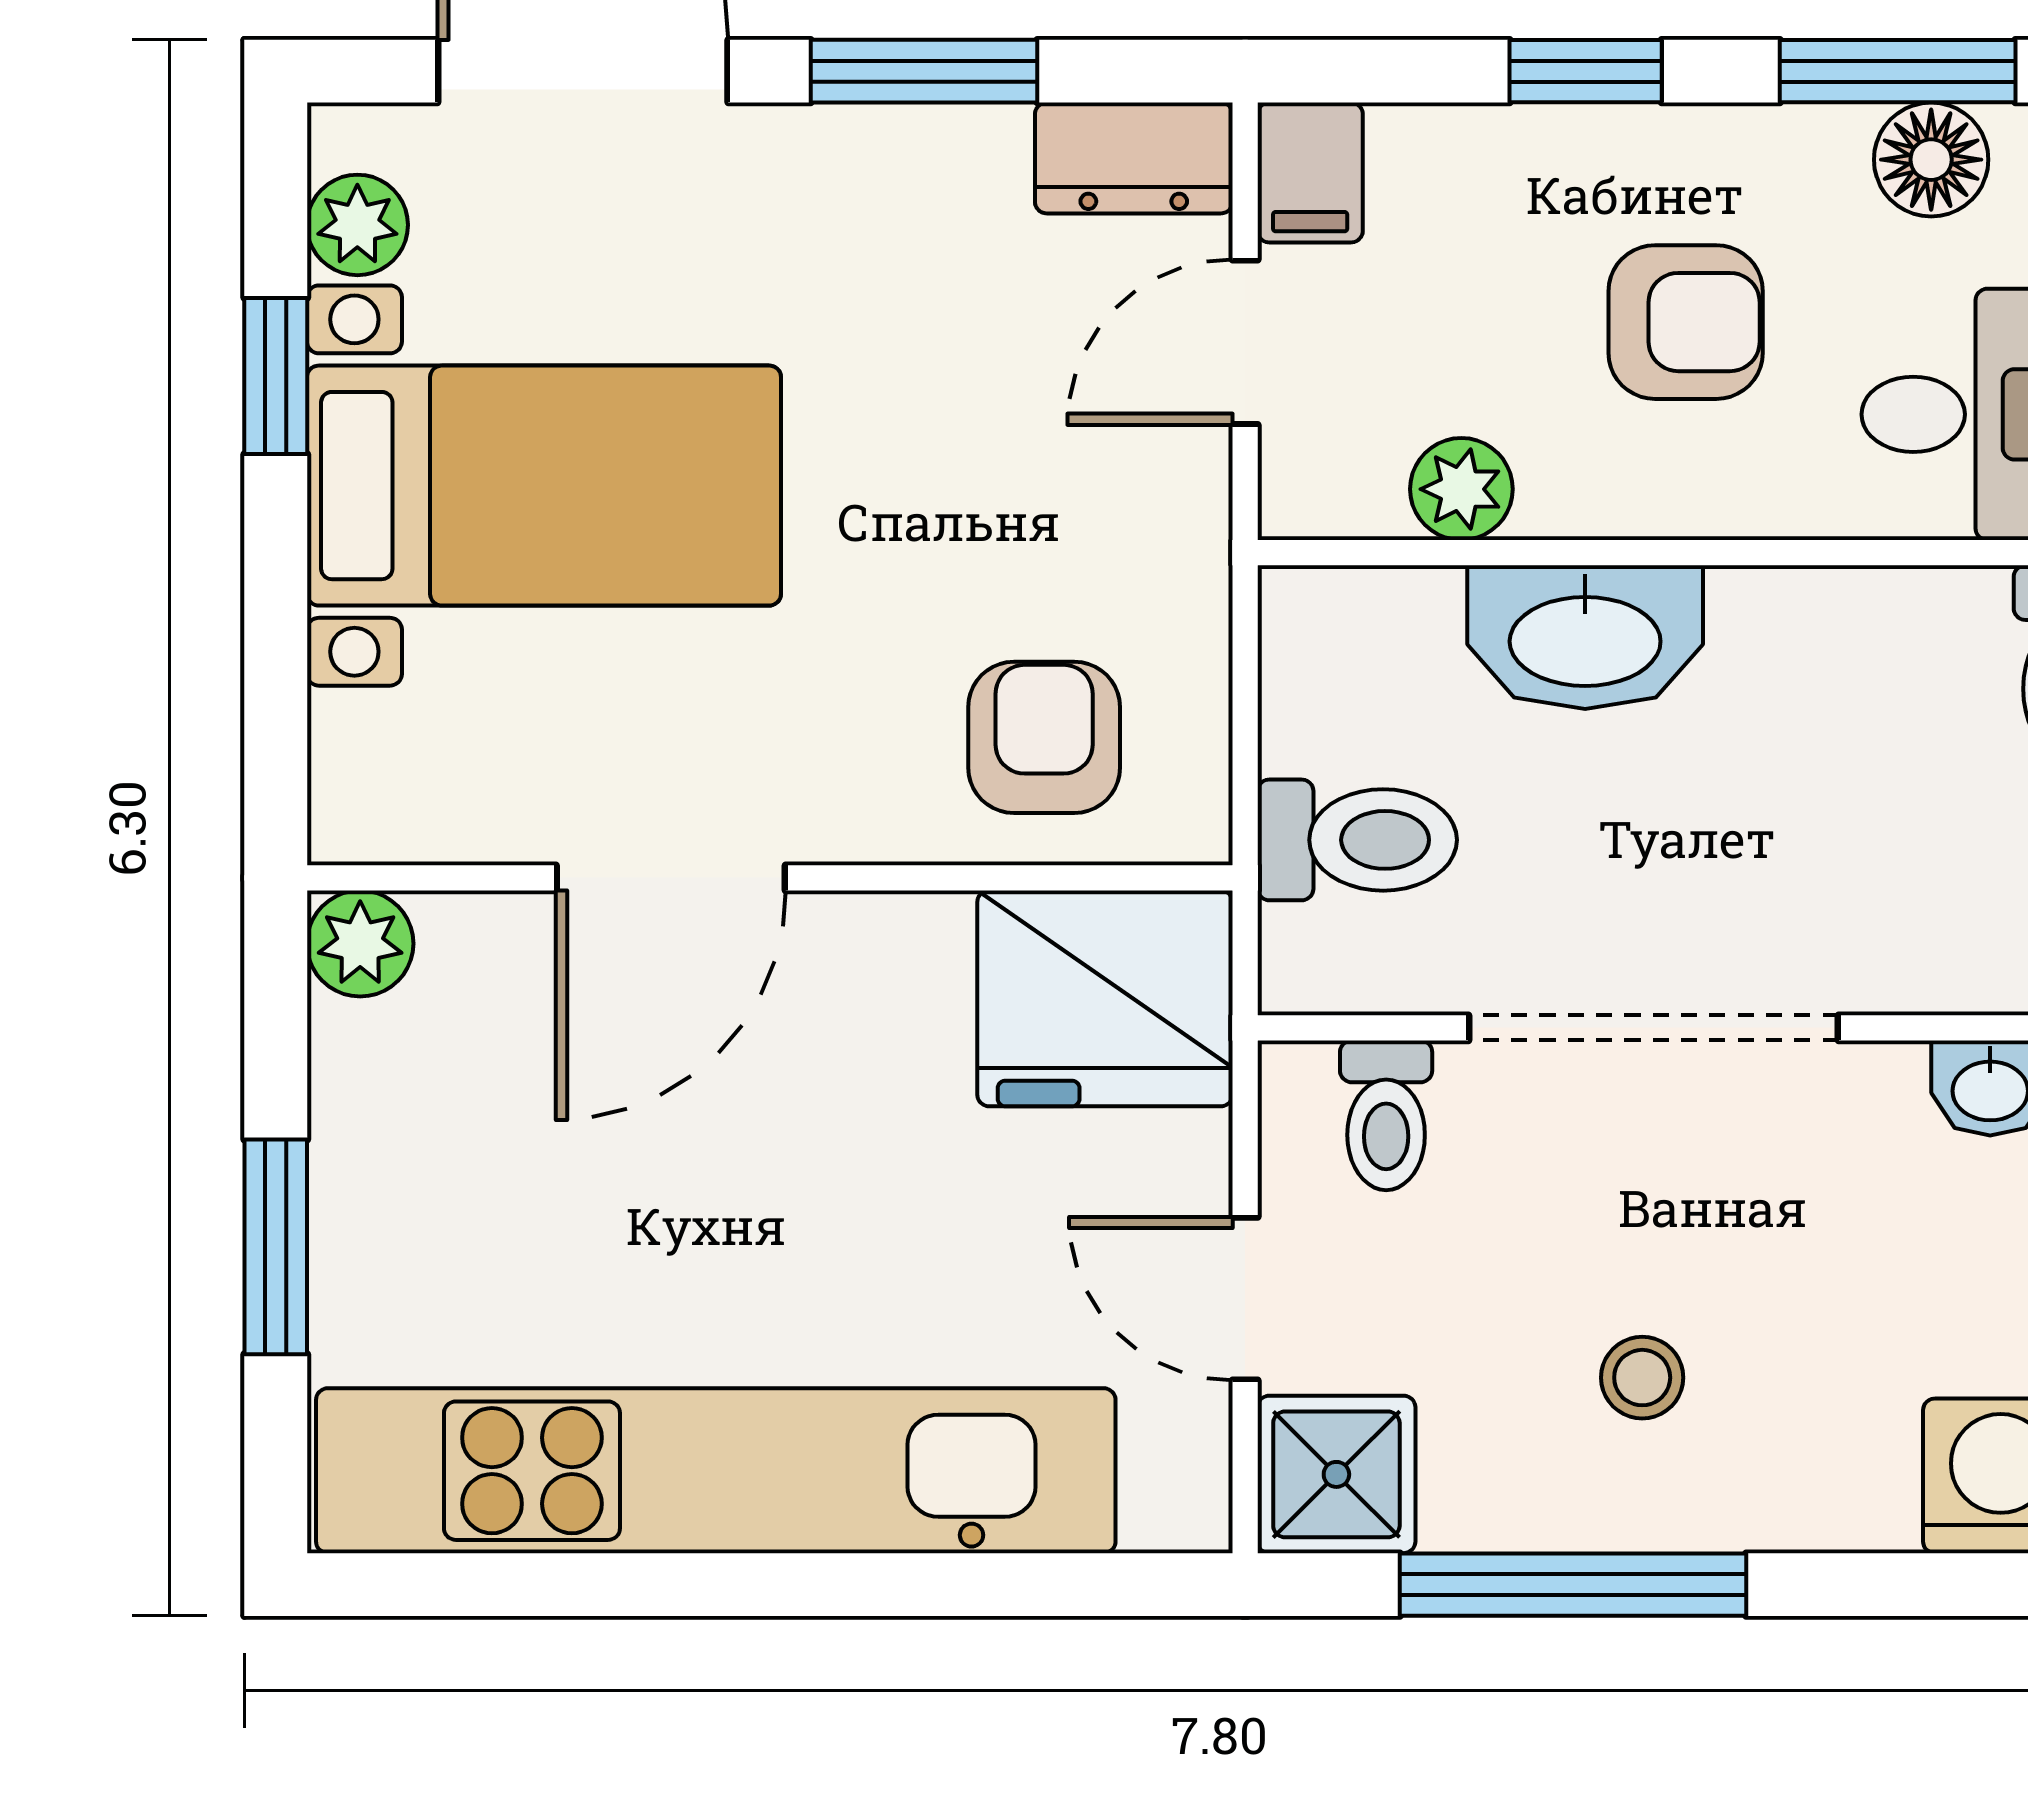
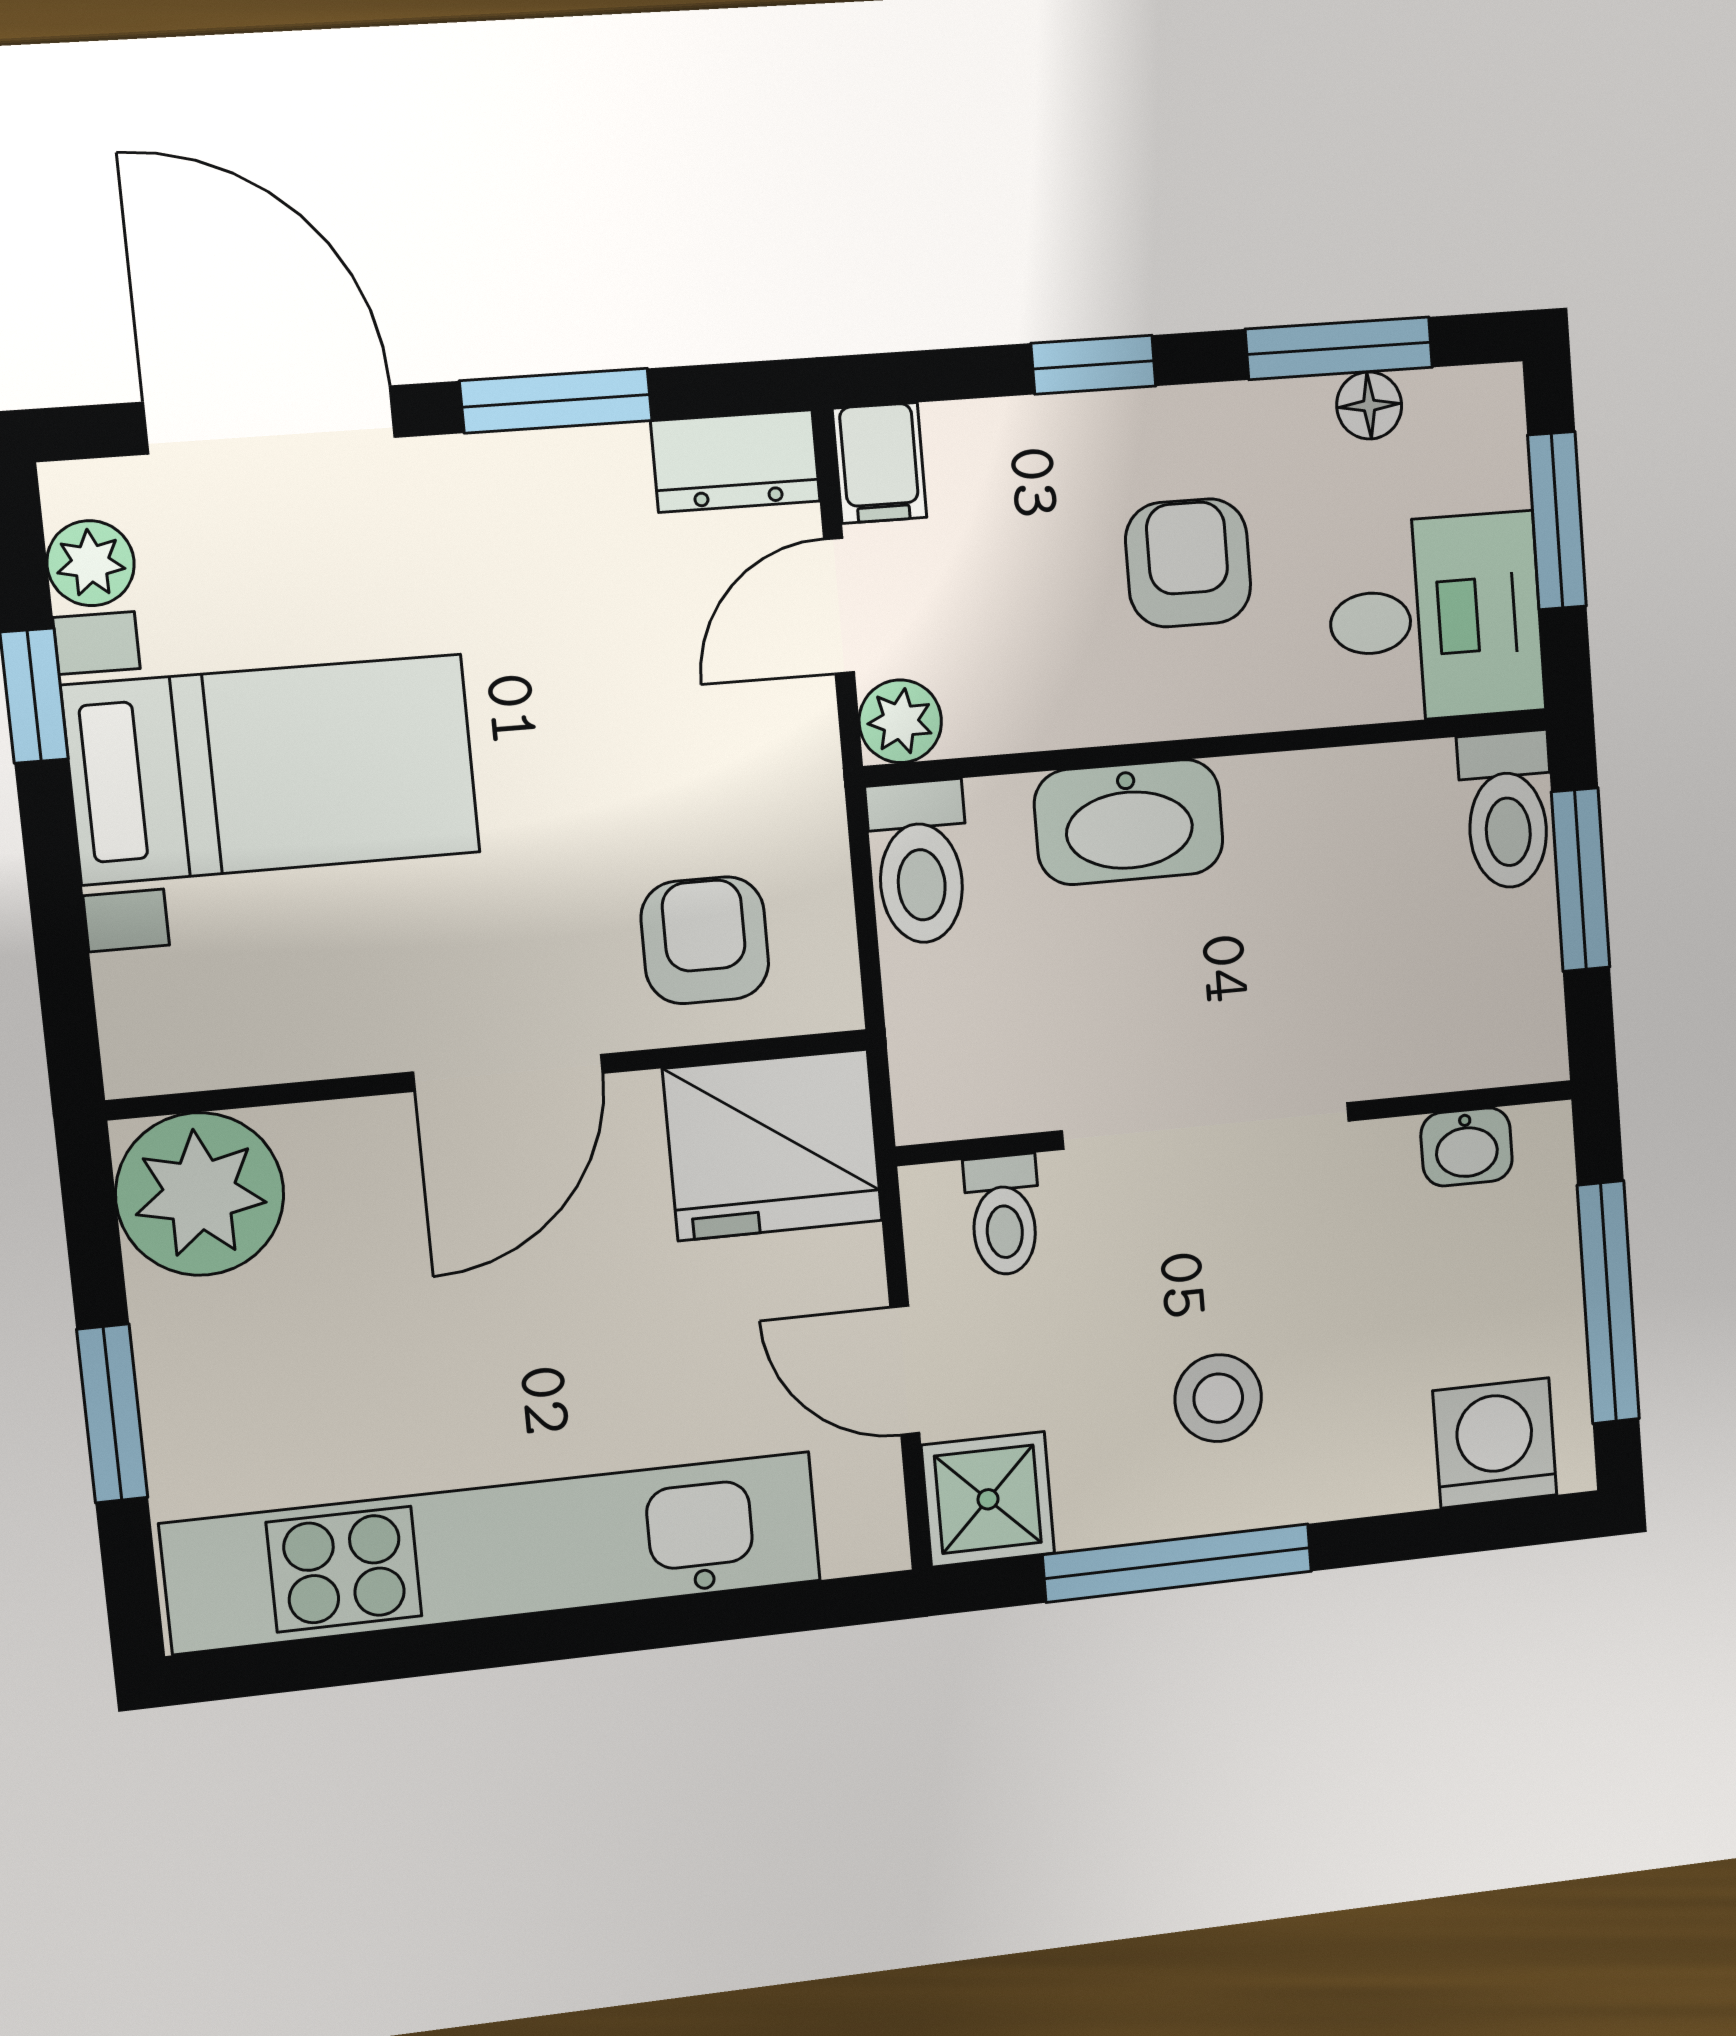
floor lamp: (1931, 160) -> (1369, 405), width x0.73, depth x0.73
armchair: (1686, 322) -> (1188, 563), turned -90
plant: (1461, 489) -> (900, 721), moved
toilet: (1357, 840) -> (920, 862), moved, turned 90
door: (671, 878) -> (508, 1073), moved
plant: (360, 944) -> (200, 1194), width x1.87, depth x1.87
stool: (1642, 1378) -> (1218, 1398), width x1.37, depth x1.37

